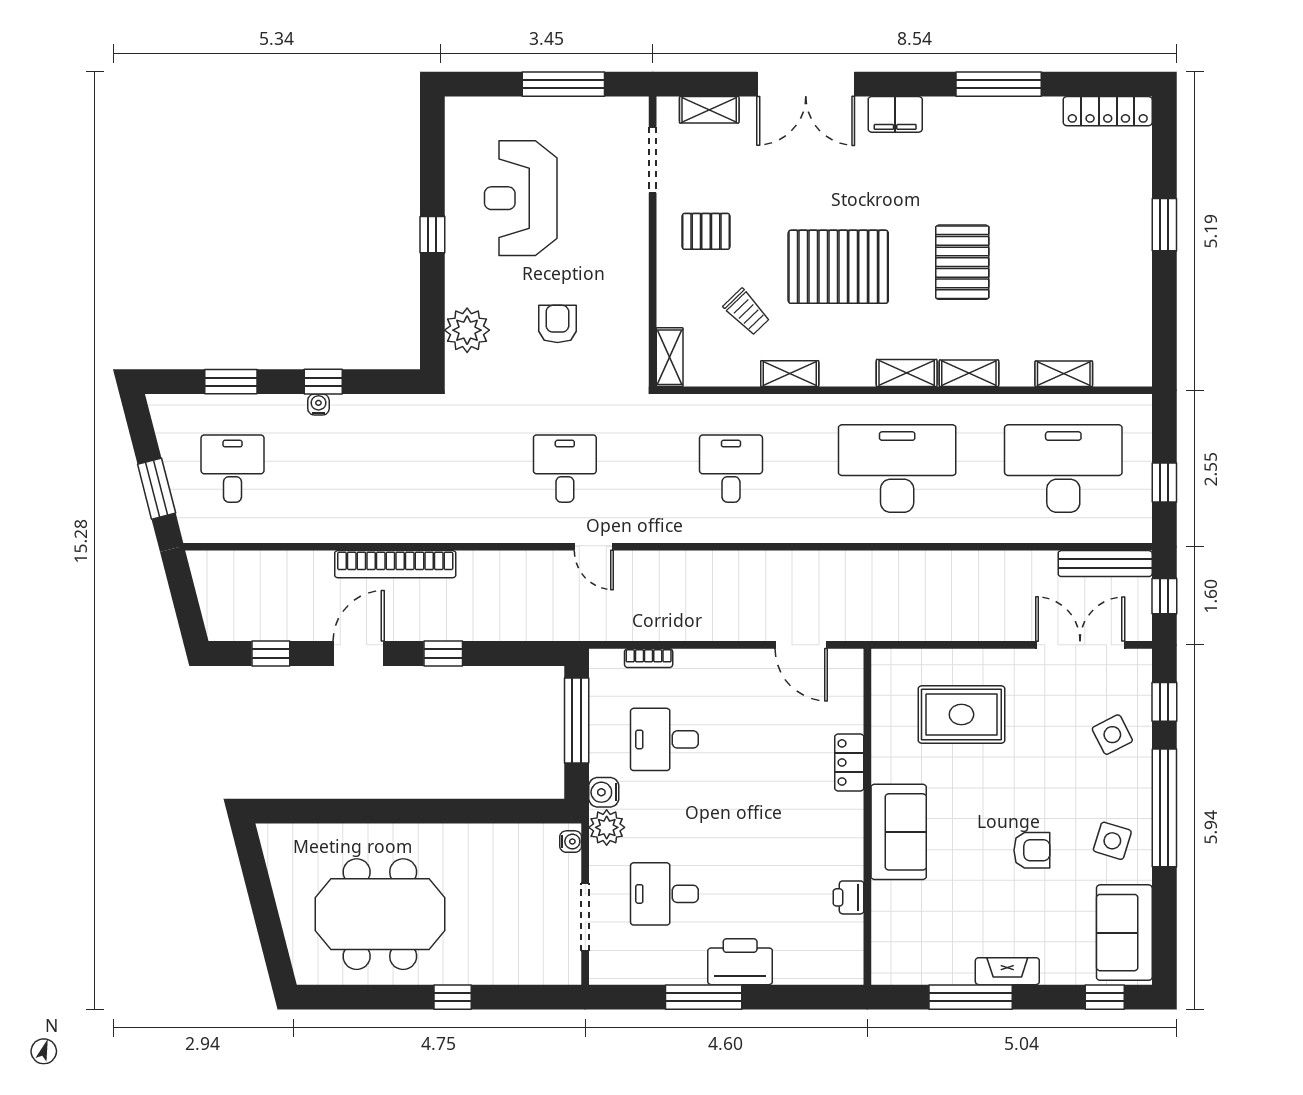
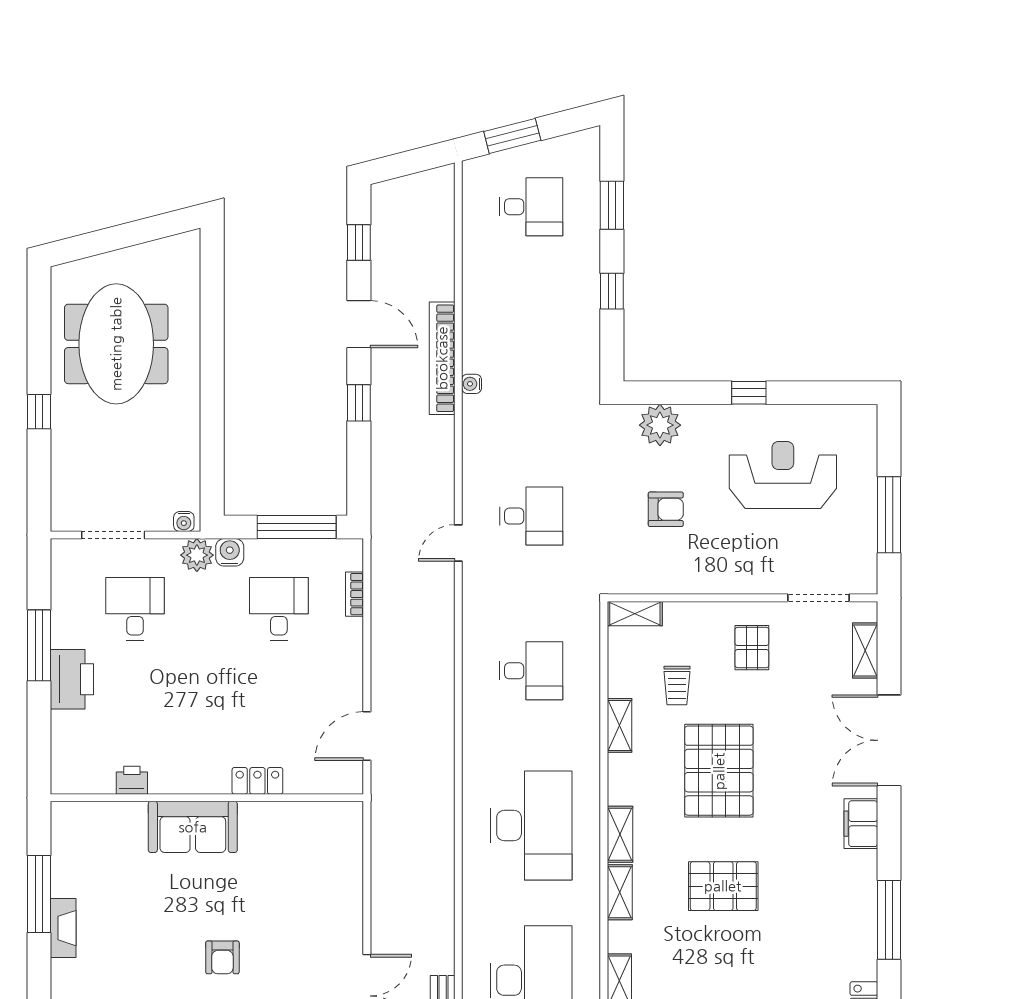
trolley: (747, 312) -> (677, 685), turned -46
water cooler: (318, 405) -> (472, 384), moved, turned 180
rug: (961, 715) -> (302, 885), removed
armchair: (1032, 850) -> (222, 957), moved

